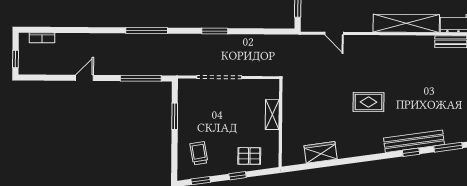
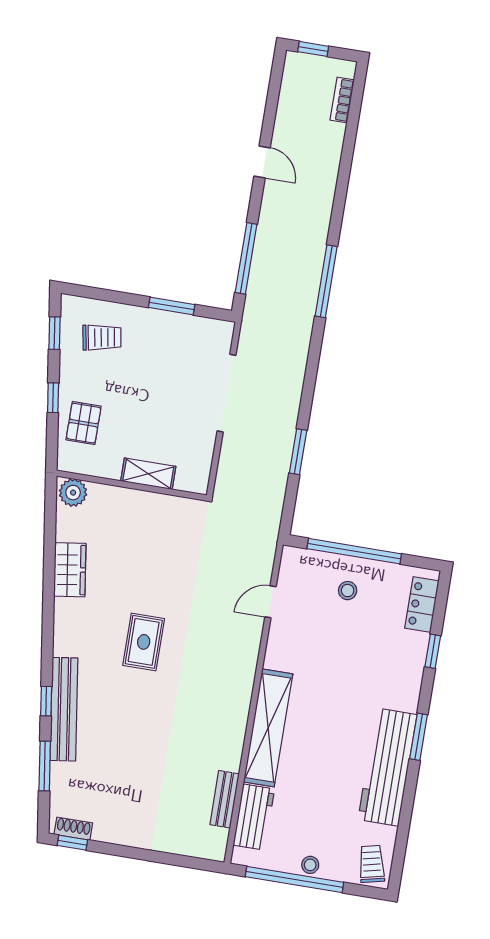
window: (215, 31) -> (298, 452), moved
wardrobe: (321, 152) -> (70, 570), moved
plant: (290, 156) -> (73, 493), added

